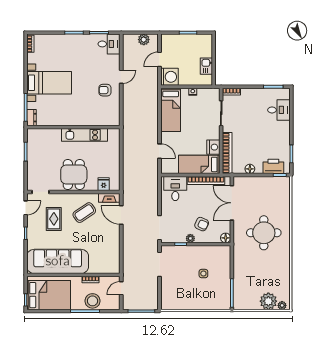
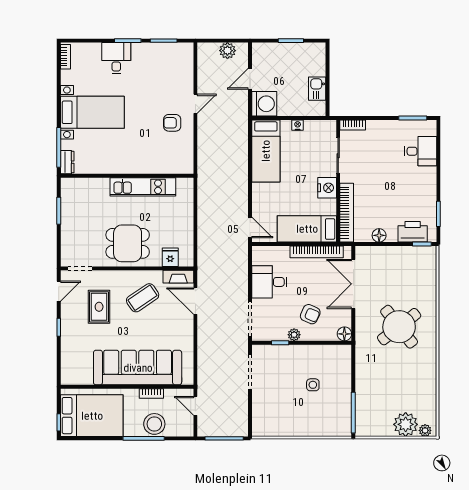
desk: (109, 44) -> (116, 58), moved, turned -90
nightstand: (213, 147) -> (327, 188), moved
door: (160, 151) -> (250, 227), moved
dining table: (74, 174) -> (128, 243), turned 90
desk: (175, 189) -> (269, 282), moved, turned -90
round table: (264, 233) -> (399, 327), turned -38
sofa: (58, 261) -> (138, 368), moved
door: (121, 288) -> (195, 406), hinge flipped

